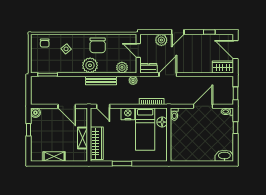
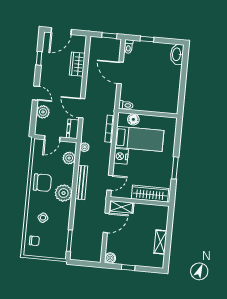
wardrobe: (223, 67) -> (77, 64), moved
shelving: (82, 138) -> (121, 207), moved

